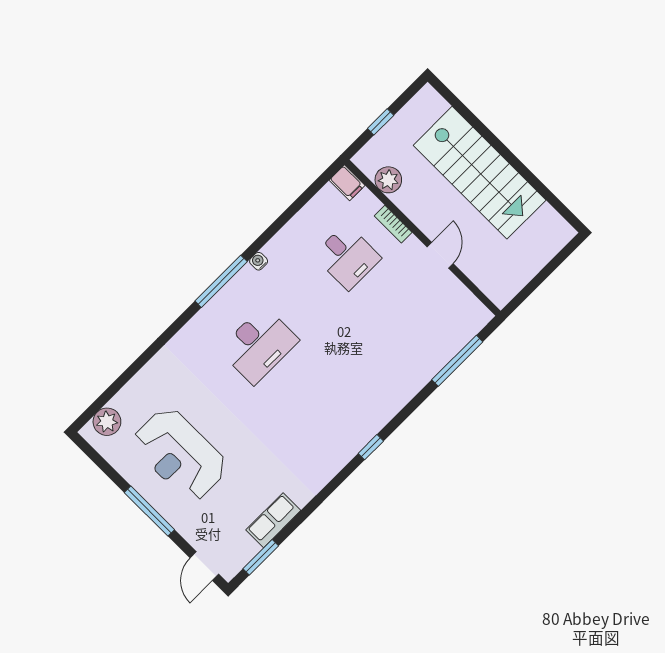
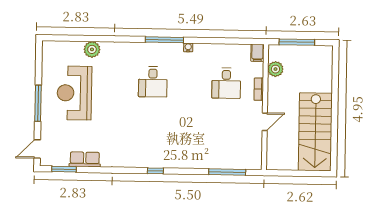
window: (381, 122) -> (297, 42), width x2.17
stairs: (480, 173) -> (315, 132), moved
desk: (259, 345) -> (153, 82), width x0.73
plant: (107, 422) -> (92, 49), moved

